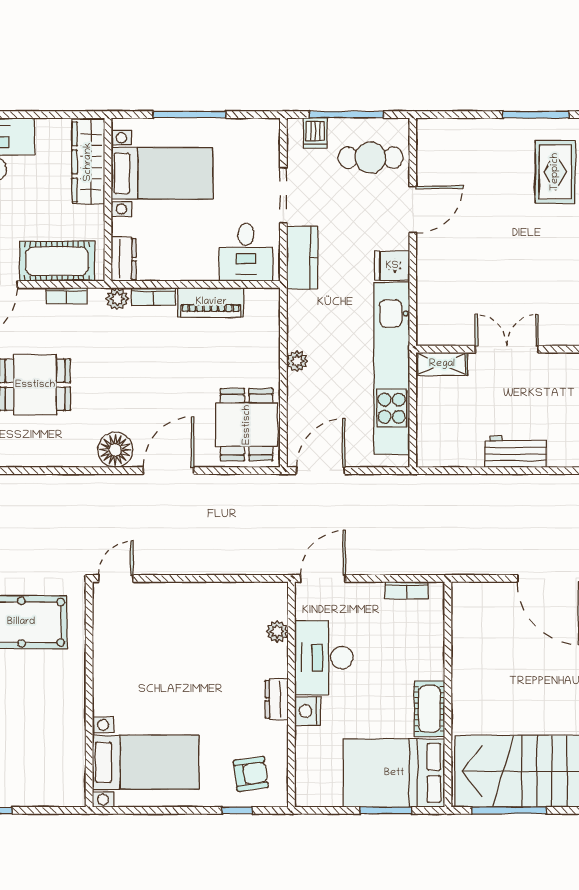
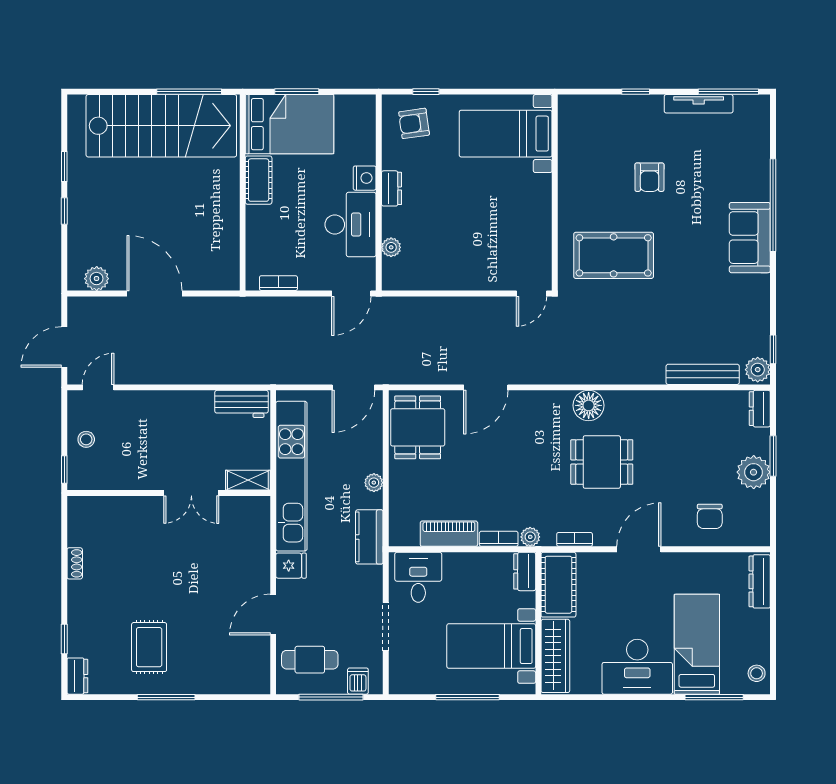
kitchen counter: (302, 258) -> (369, 537), moved
cot: (57, 261) -> (558, 585), moved, turned 90
floor lamp: (115, 450) -> (589, 405), moved
workbench: (515, 452) -> (241, 404), moved

